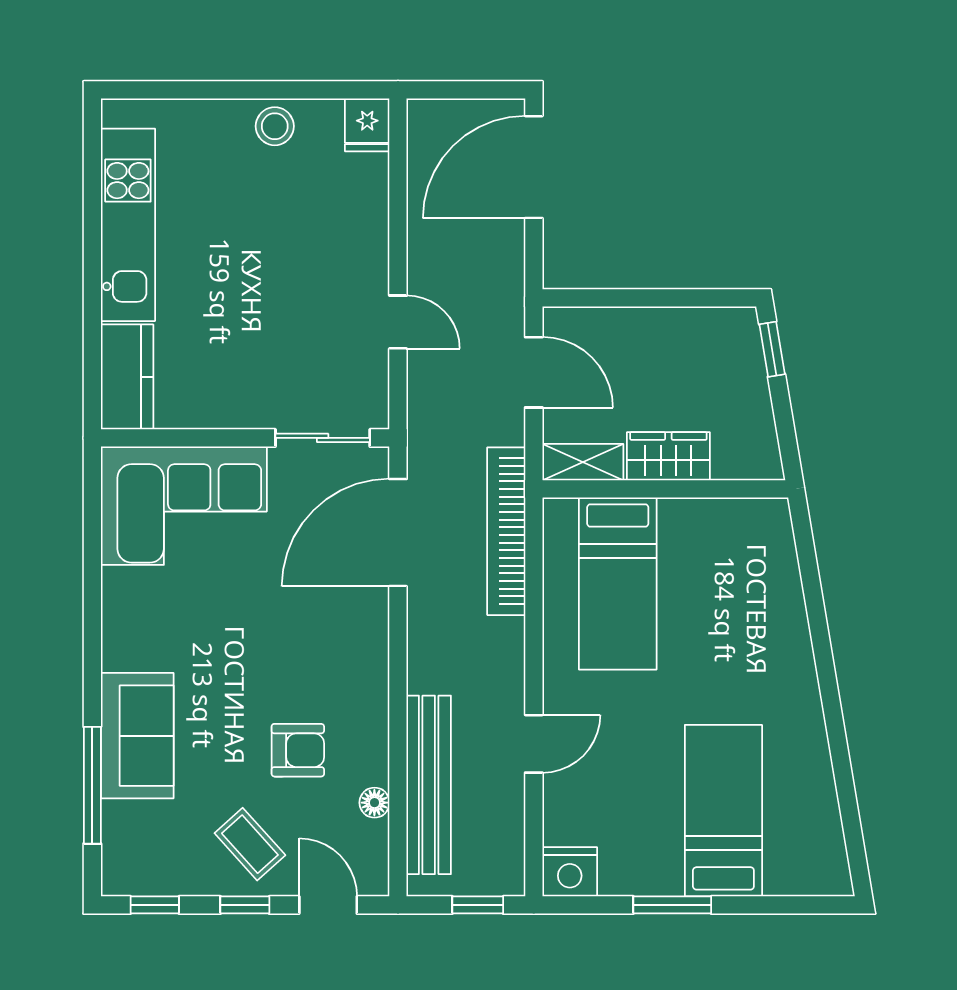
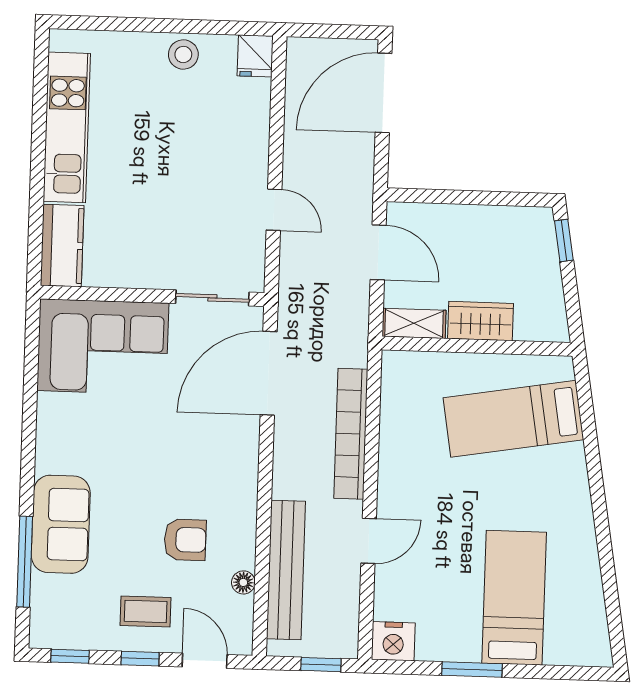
bookcase: (506, 531) -> (351, 434), moved
bed: (618, 584) -> (513, 419), moved, turned 81
coffee table: (250, 844) -> (146, 611), turned -48

